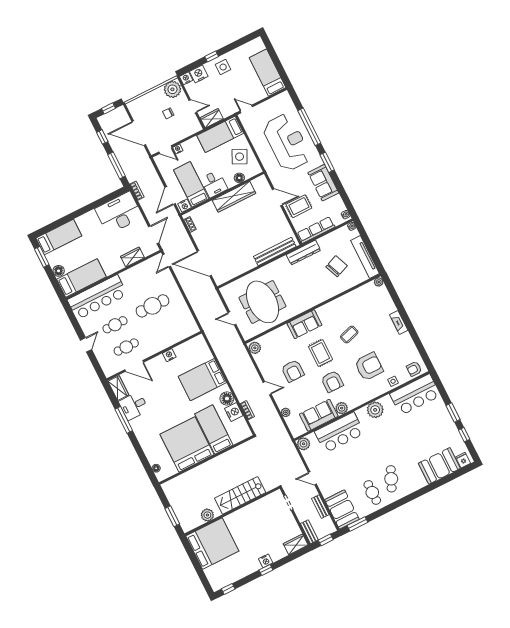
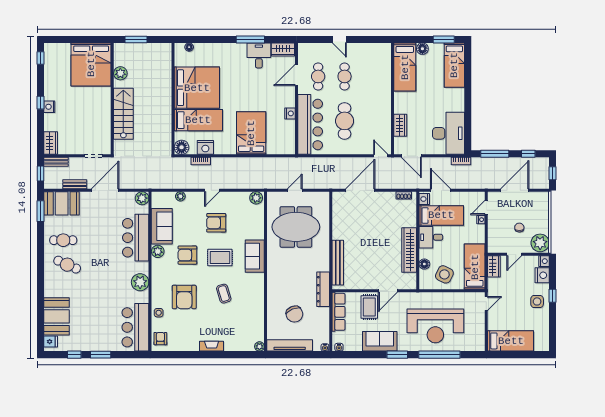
bar counter: (97, 297) -> (310, 124), moved, turned 180
floor lamp: (227, 399) -> (182, 147), moved
door: (312, 478) -> (105, 190), width x1.88

